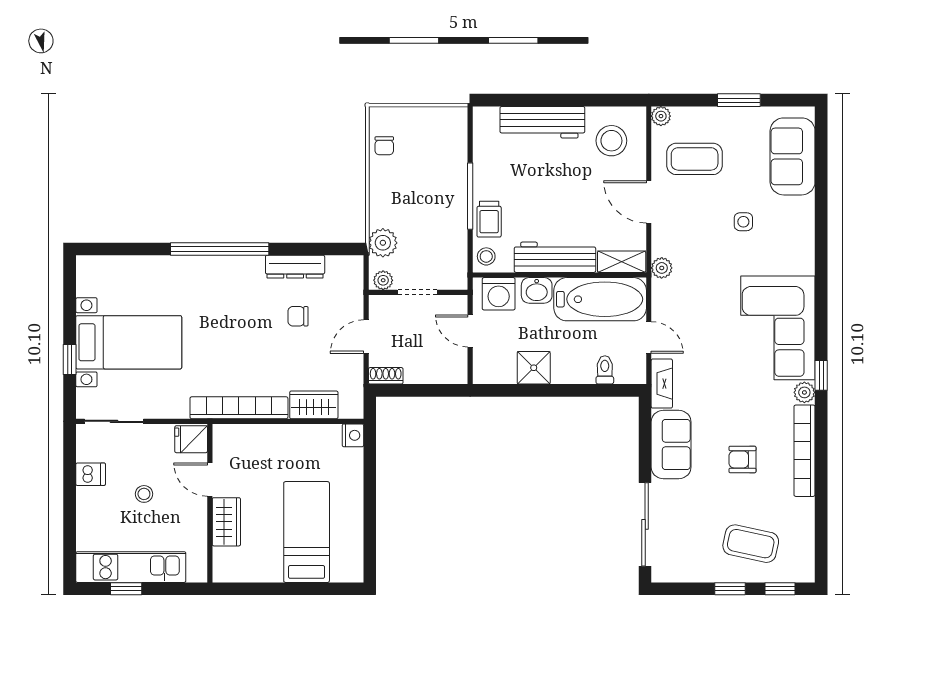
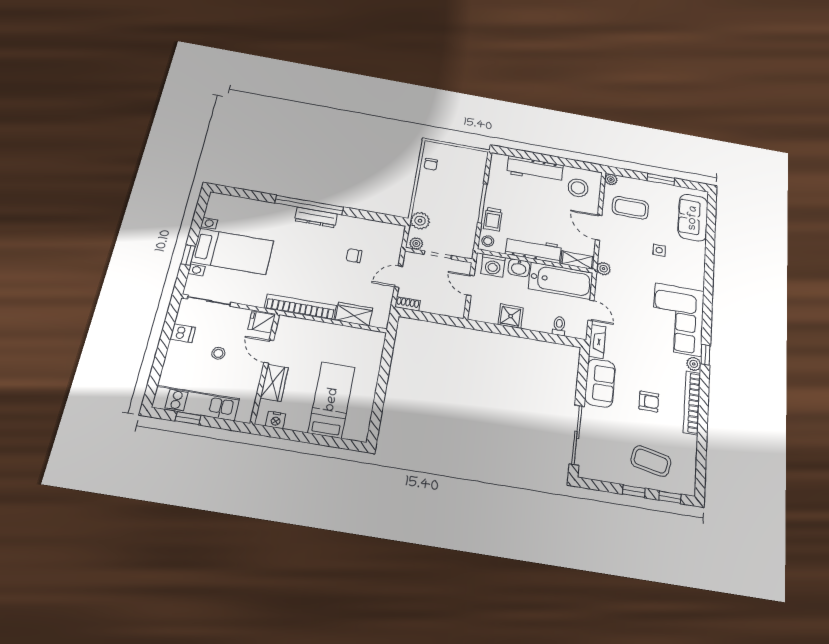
dresser: (295, 267) -> (316, 217), moved
nightstand: (353, 435) -> (276, 420), moved, turned 90
armchair: (742, 459) -> (649, 401), turned 180

